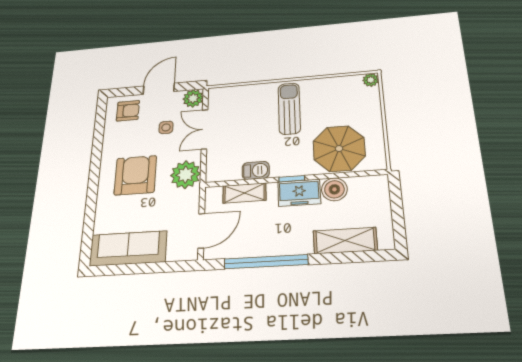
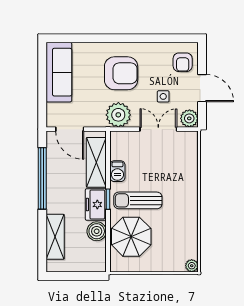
sun lounger: (289, 109) -> (138, 200), moved, turned 180
shelving: (244, 193) -> (96, 162), width x1.50, depth x1.33

